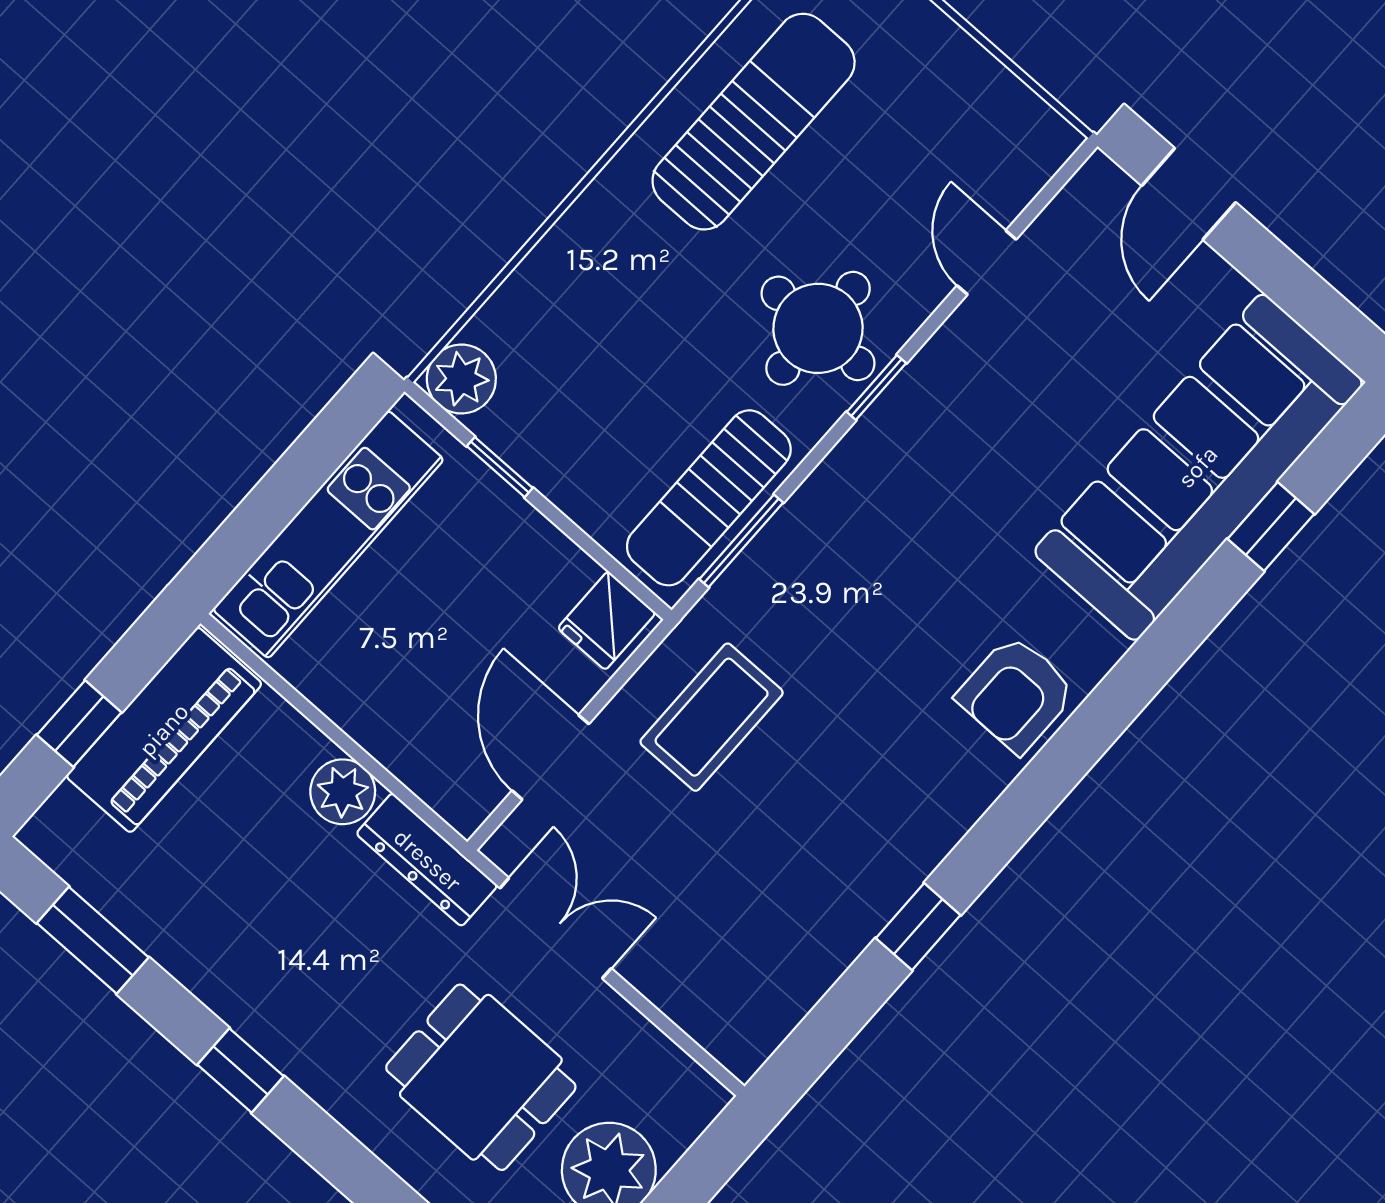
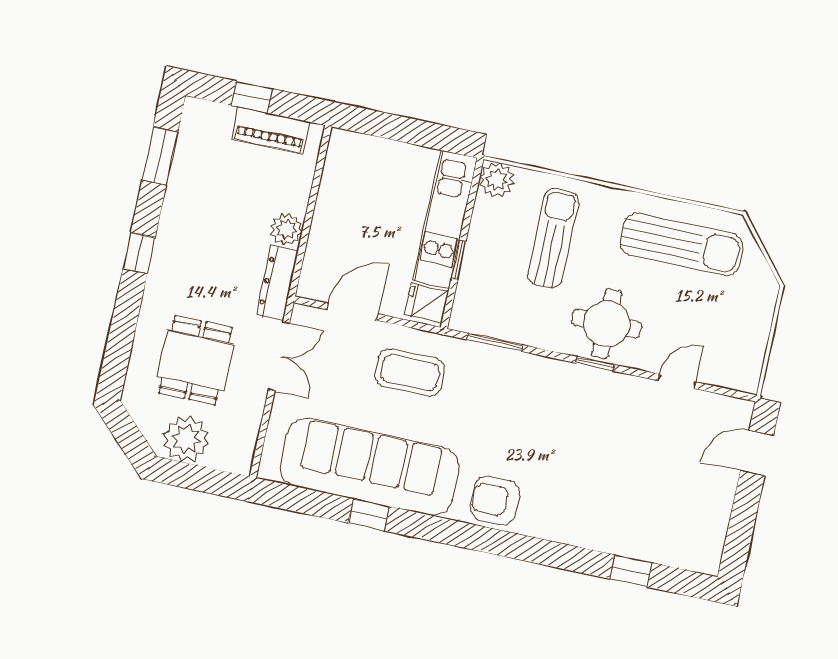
window: (500, 467) -> (459, 260), moved
sofa: (1198, 467) -> (369, 467), moved
sun lounger: (709, 498) -> (553, 238), moved, turned 90
kitchen unit: (328, 534) -> (445, 219), moved, turned 90
piano: (164, 730) -> (271, 130), width x0.73, depth x0.75

